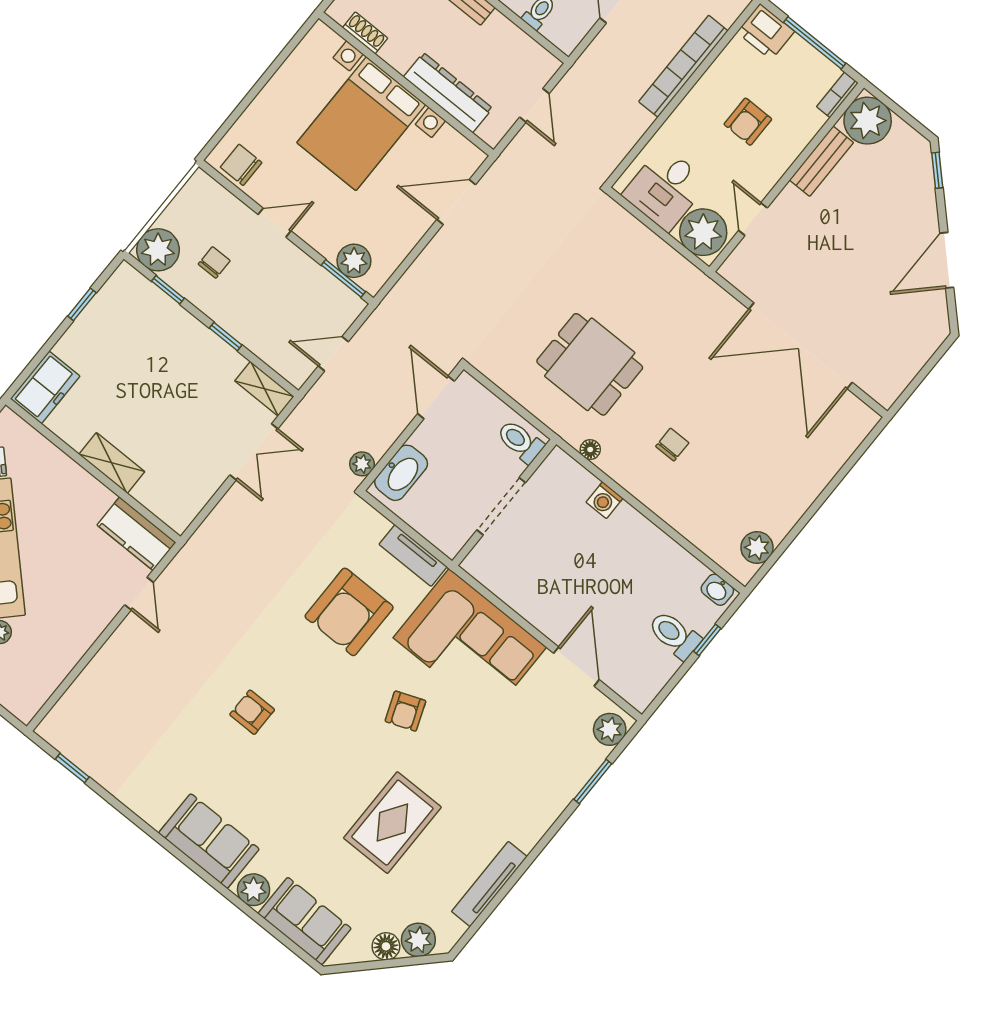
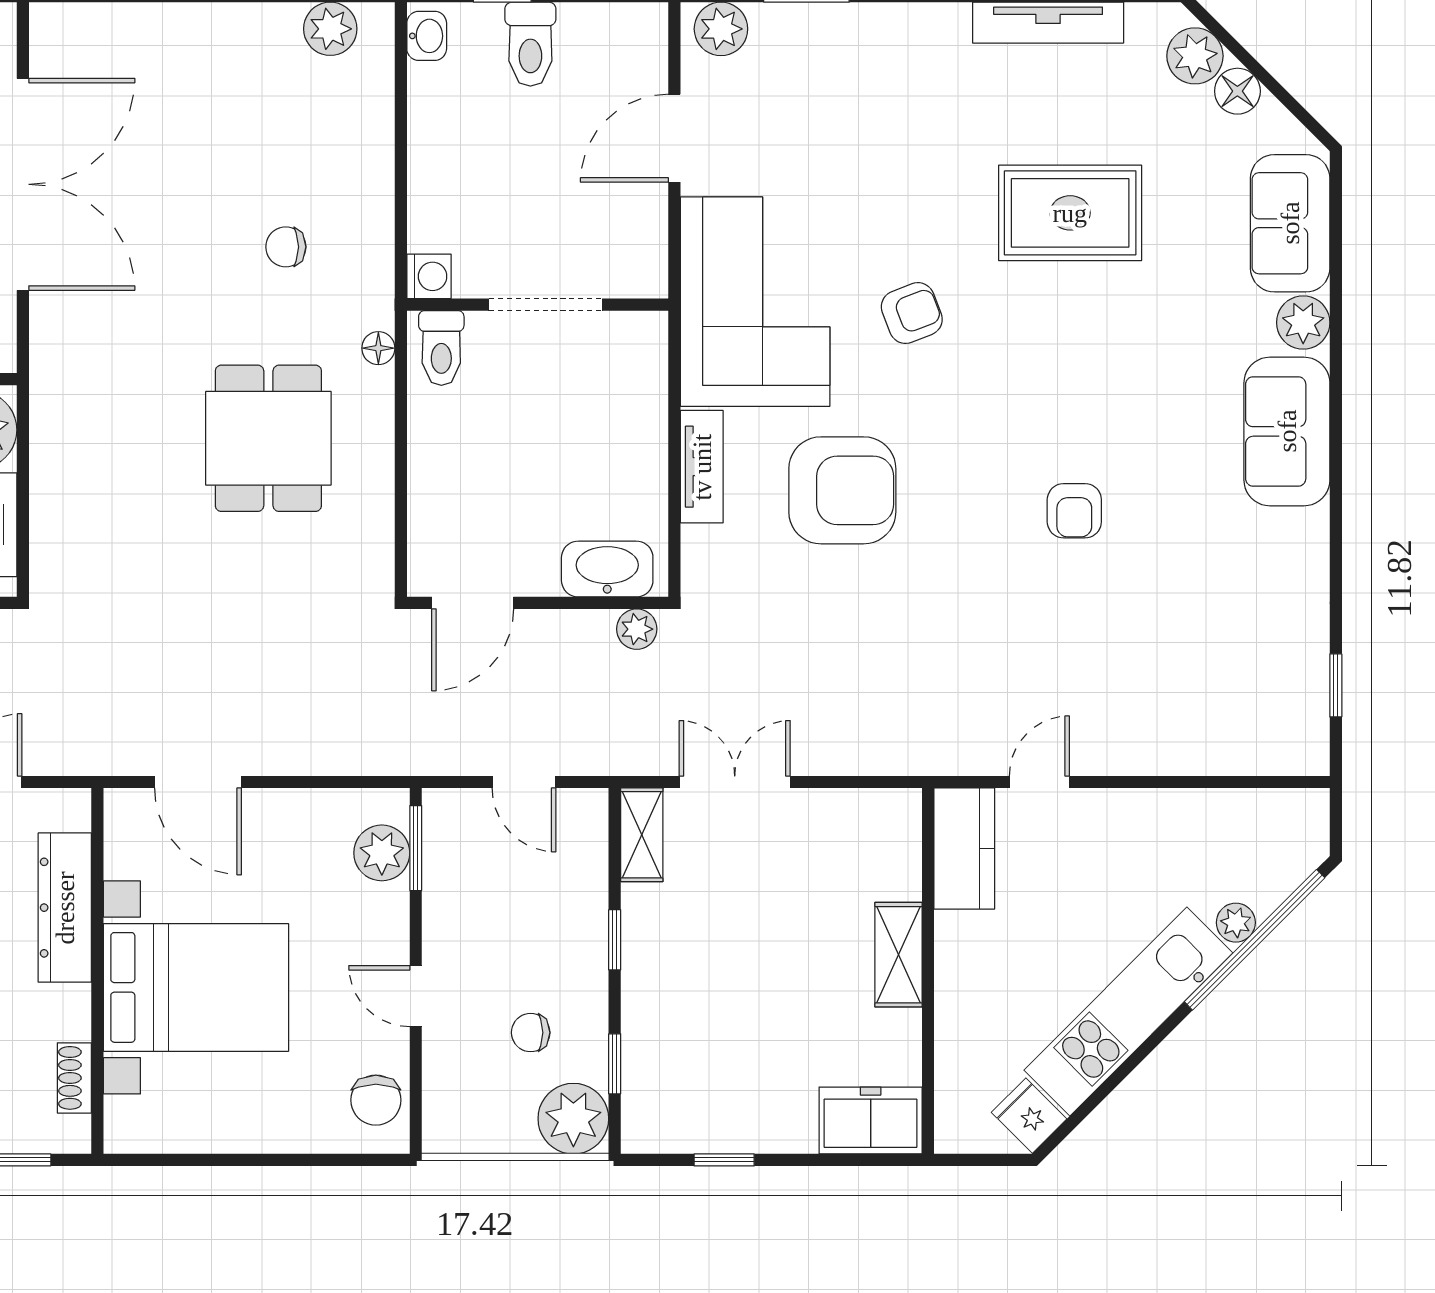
toilet: (520, 441) -> (441, 348), moved
wall: (504, 503) -> (538, 305), moved
doorway: (501, 506) -> (546, 305), moved

